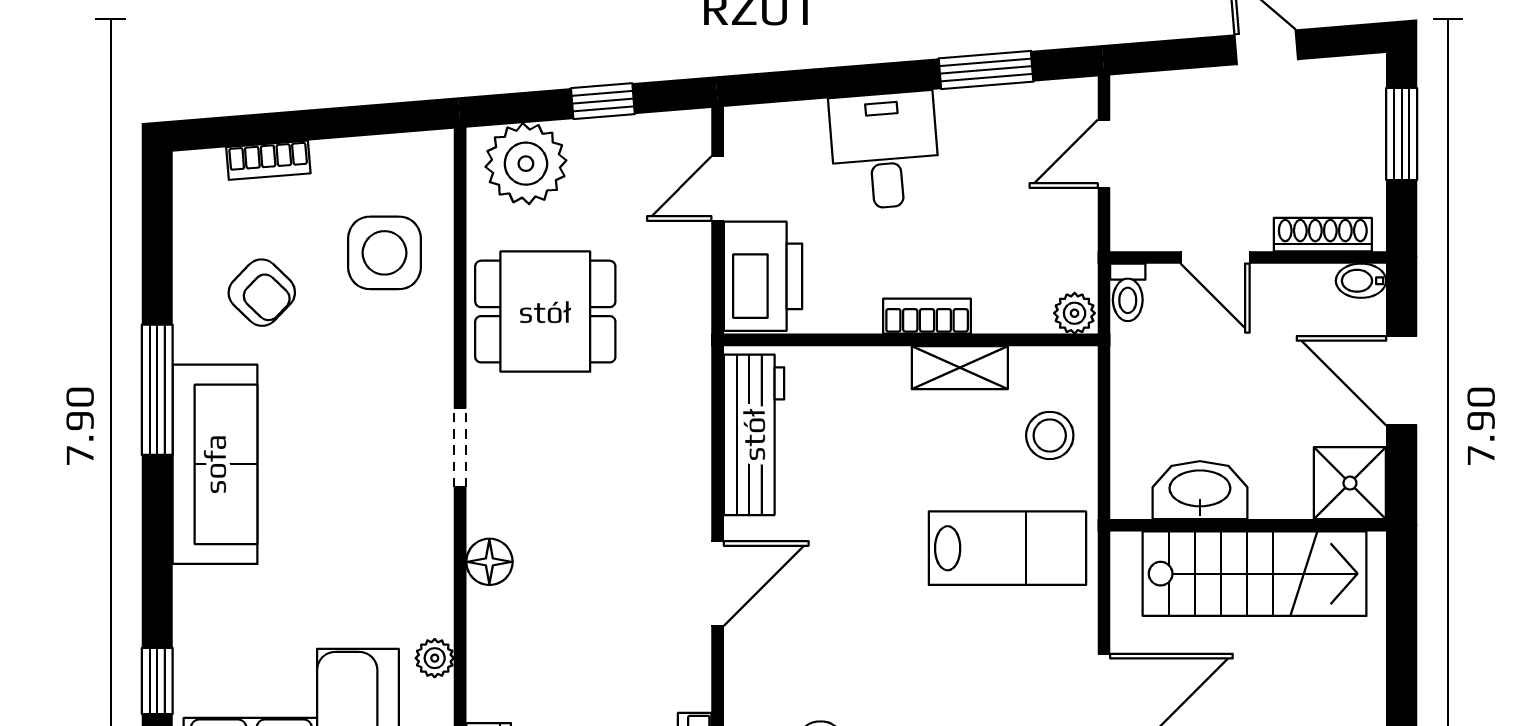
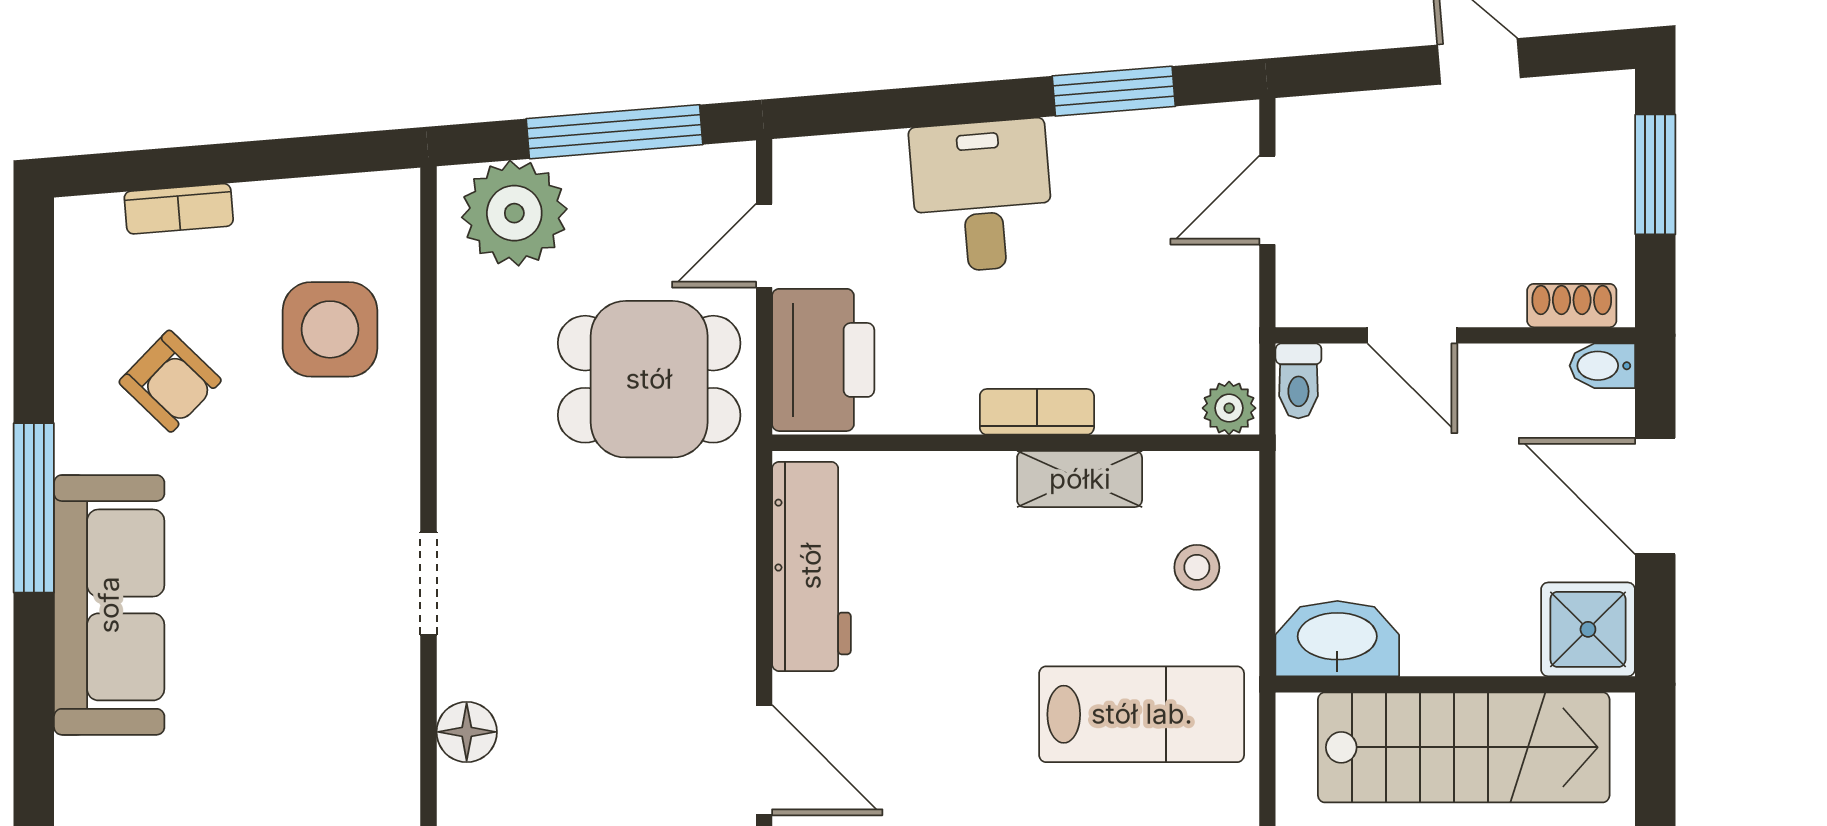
window: (603, 101) -> (615, 132), width x2.17
shoe rack: (1323, 235) -> (1572, 306), width x0.70
dining table: (545, 312) -> (649, 379), moved
stool: (1050, 435) -> (1197, 567), width x0.73, depth x0.73
washbasin: (1200, 490) -> (1337, 639), moved
door: (718, 583) -> (764, 760), hinge flipped

